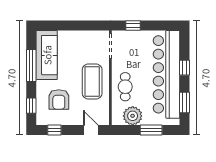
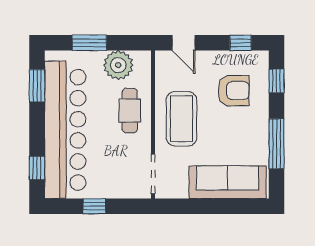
window: (133, 26) -> (94, 206), moved
sofa: (47, 55) -> (228, 182), moved, turned 90
window: (185, 68) -> (37, 168), moved
armchair: (59, 99) -> (234, 91), turned 90

